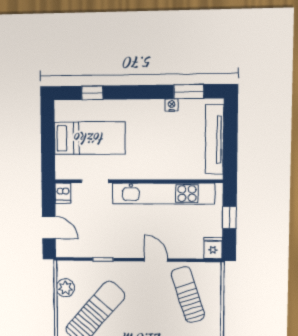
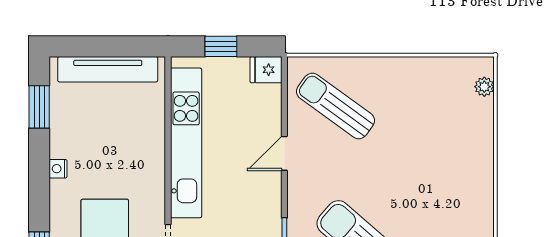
nightstand: (172, 105) -> (58, 169), moved
sun lounger: (188, 295) -> (336, 106), turned 54

